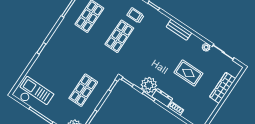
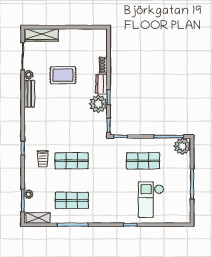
bench: (179, 30) -> (29, 94), moved
rug: (188, 73) -> (63, 75), turned 90
wardrobe: (223, 88) -> (42, 35), moved
checkout: (34, 94) -> (151, 200), moved

